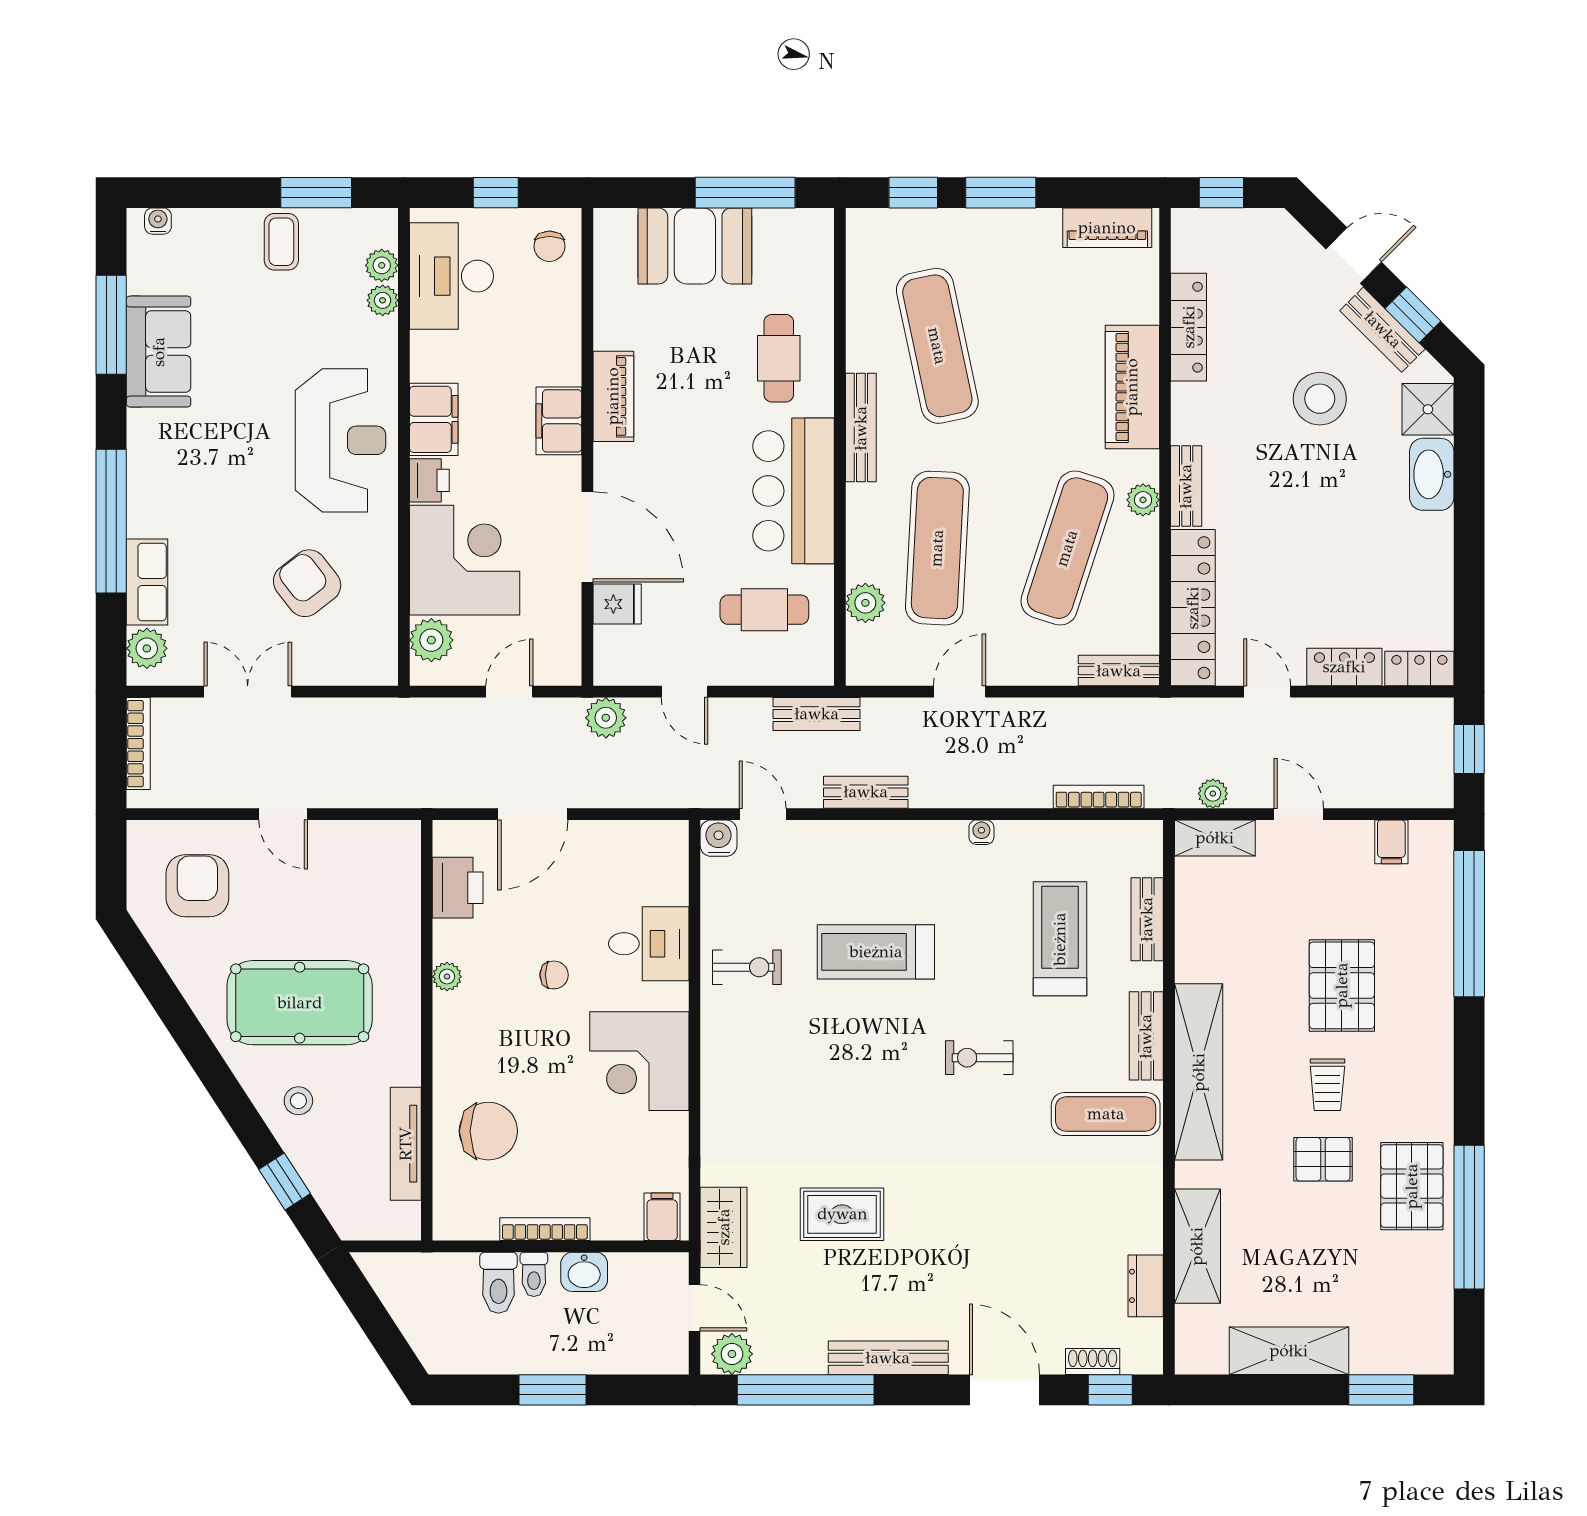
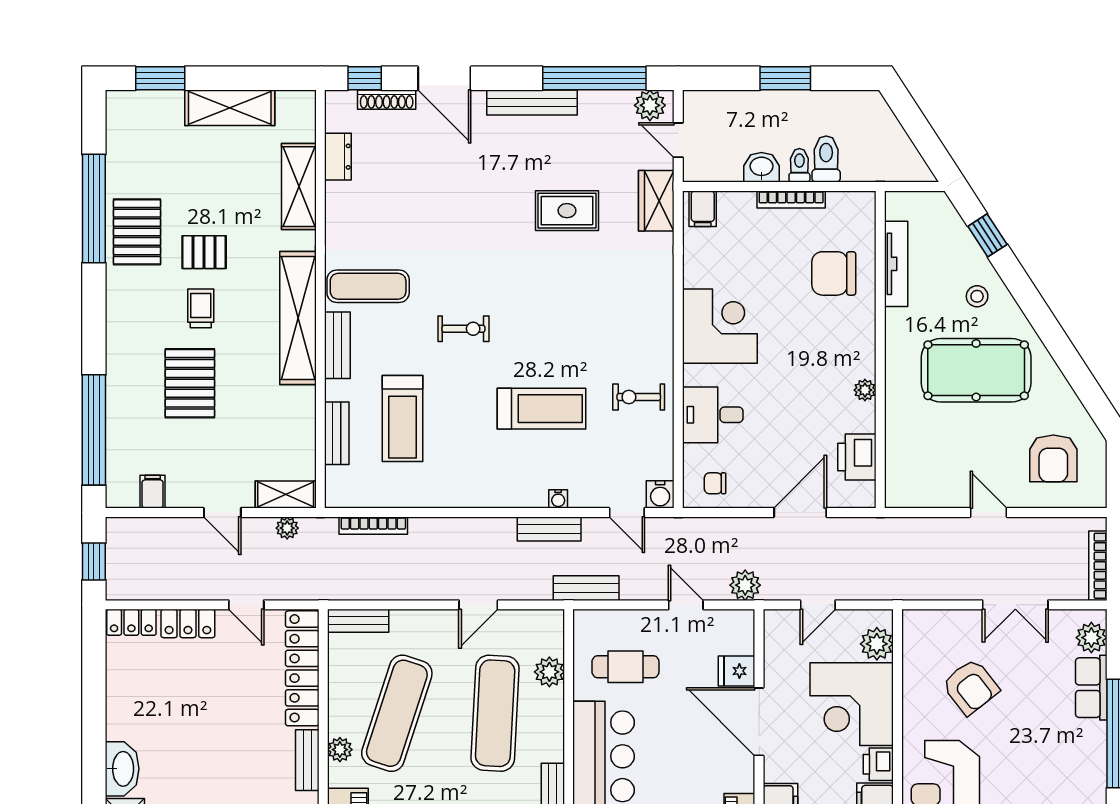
water cooler: (981, 832) -> (558, 499), moved
chair: (554, 975) -> (715, 483), moved
shoe rack: (1093, 1361) -> (387, 100), width x1.43

